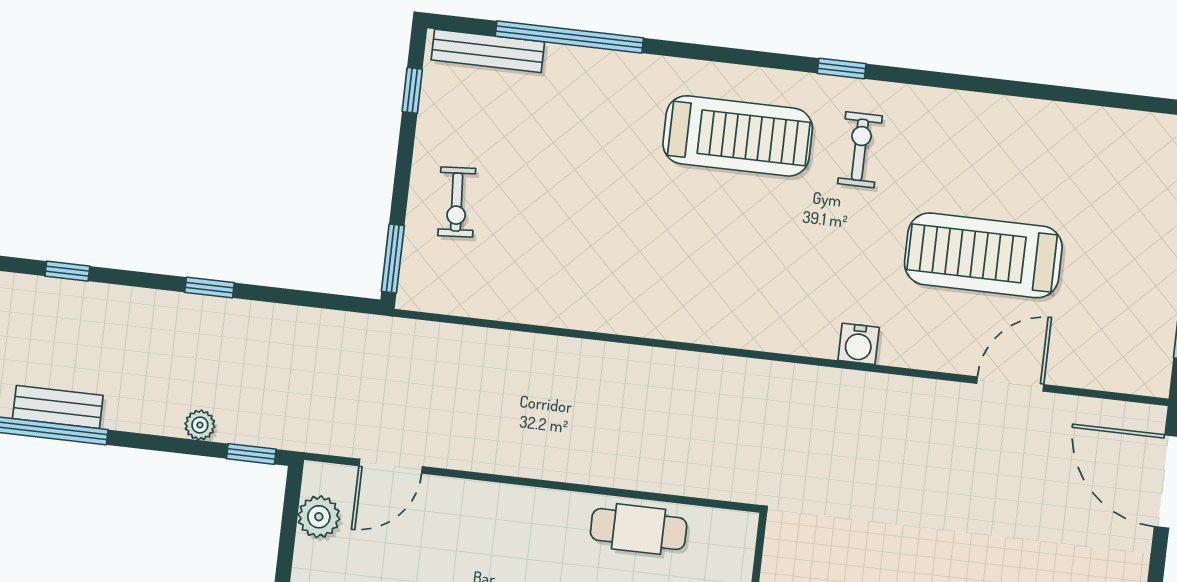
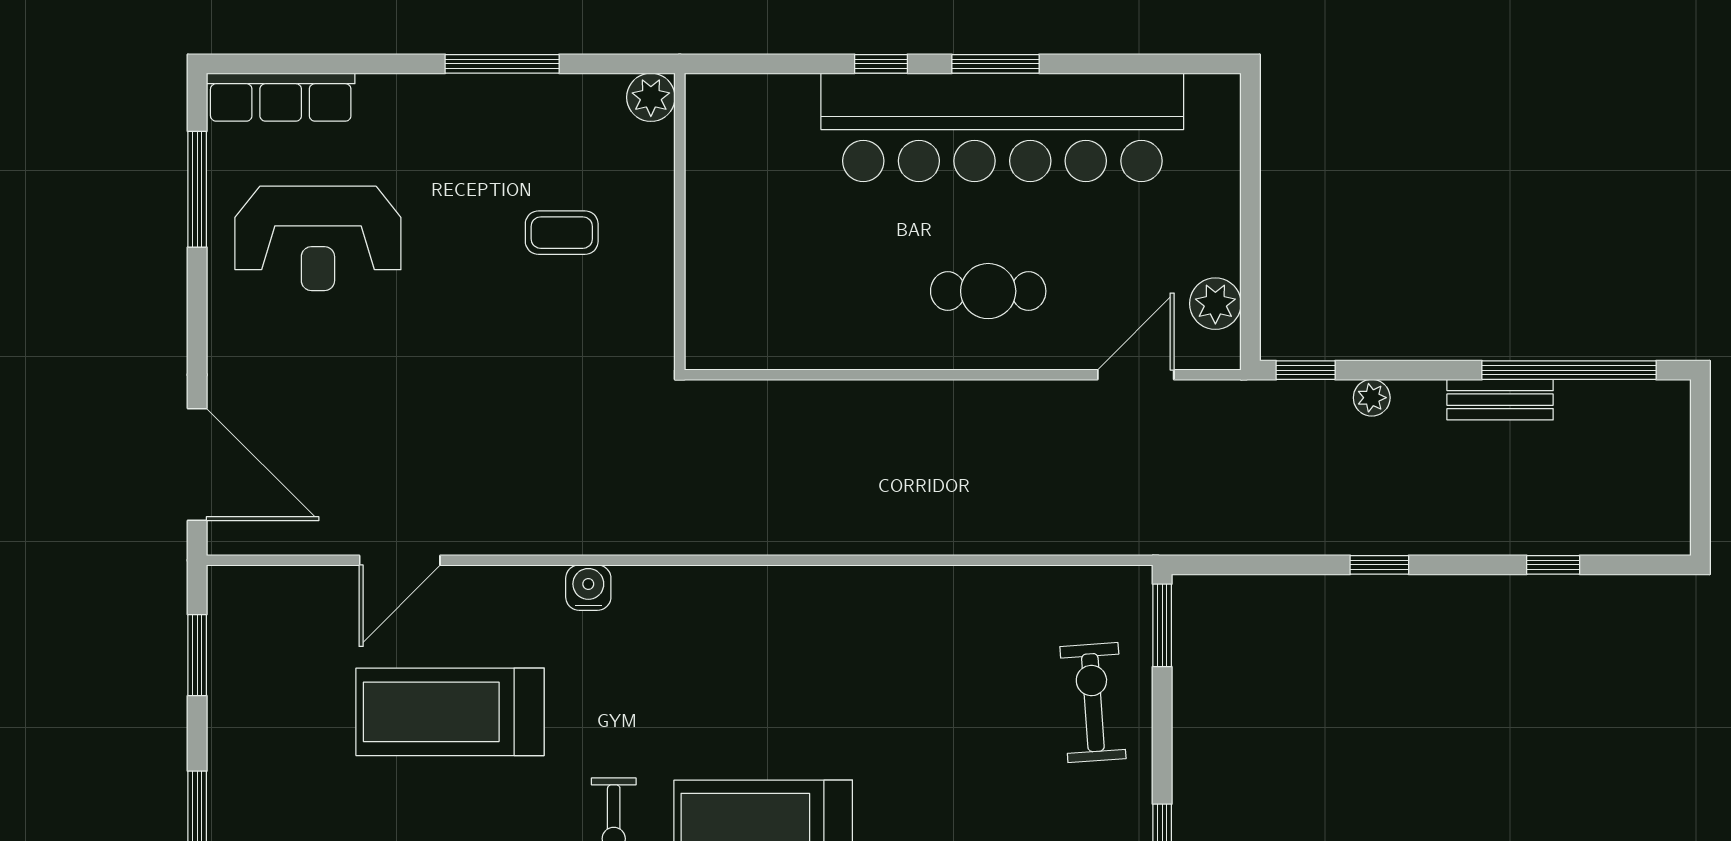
exercise bike: (457, 202) -> (1093, 703), width x1.38, depth x1.39
treadmill: (983, 255) -> (450, 712), turned 180
bench: (58, 407) -> (1500, 400), moved
cafe table: (639, 529) -> (988, 291), moved

